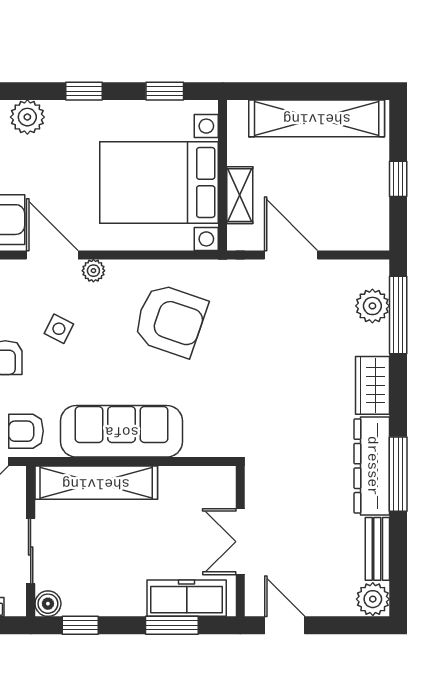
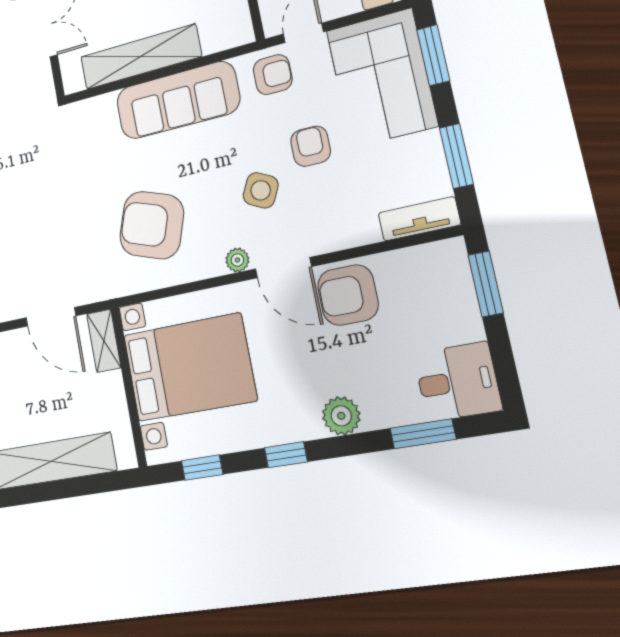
shelving: (240, 195) -> (104, 341), moved
side table: (59, 329) -> (261, 190), width x1.37, depth x1.37
shelving: (96, 483) -> (140, 57), moved

